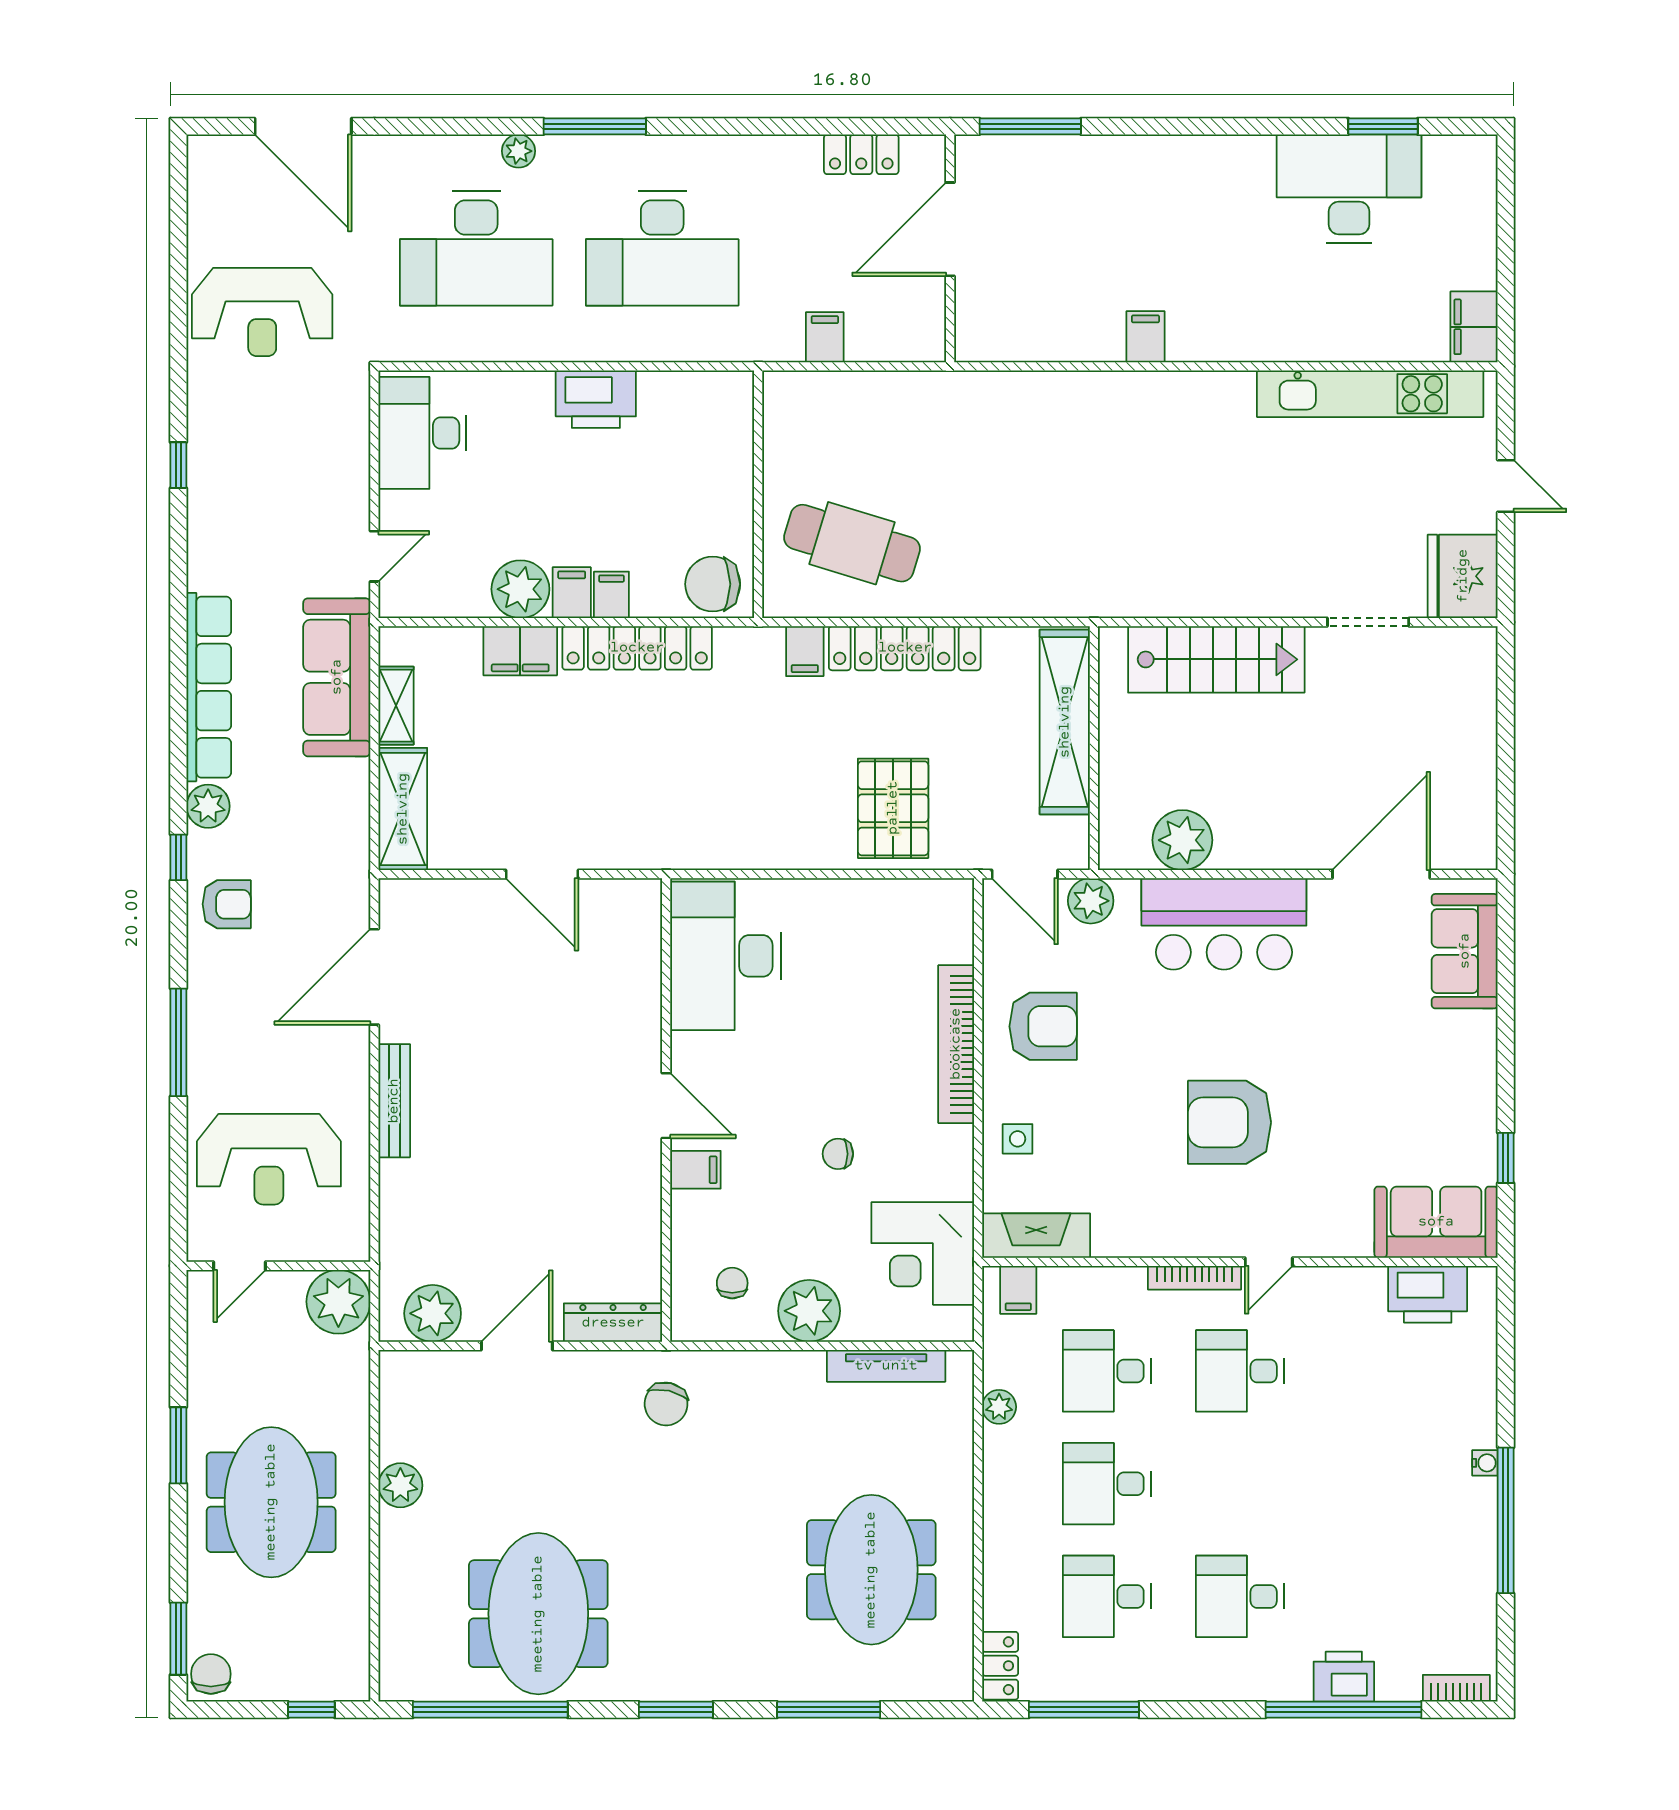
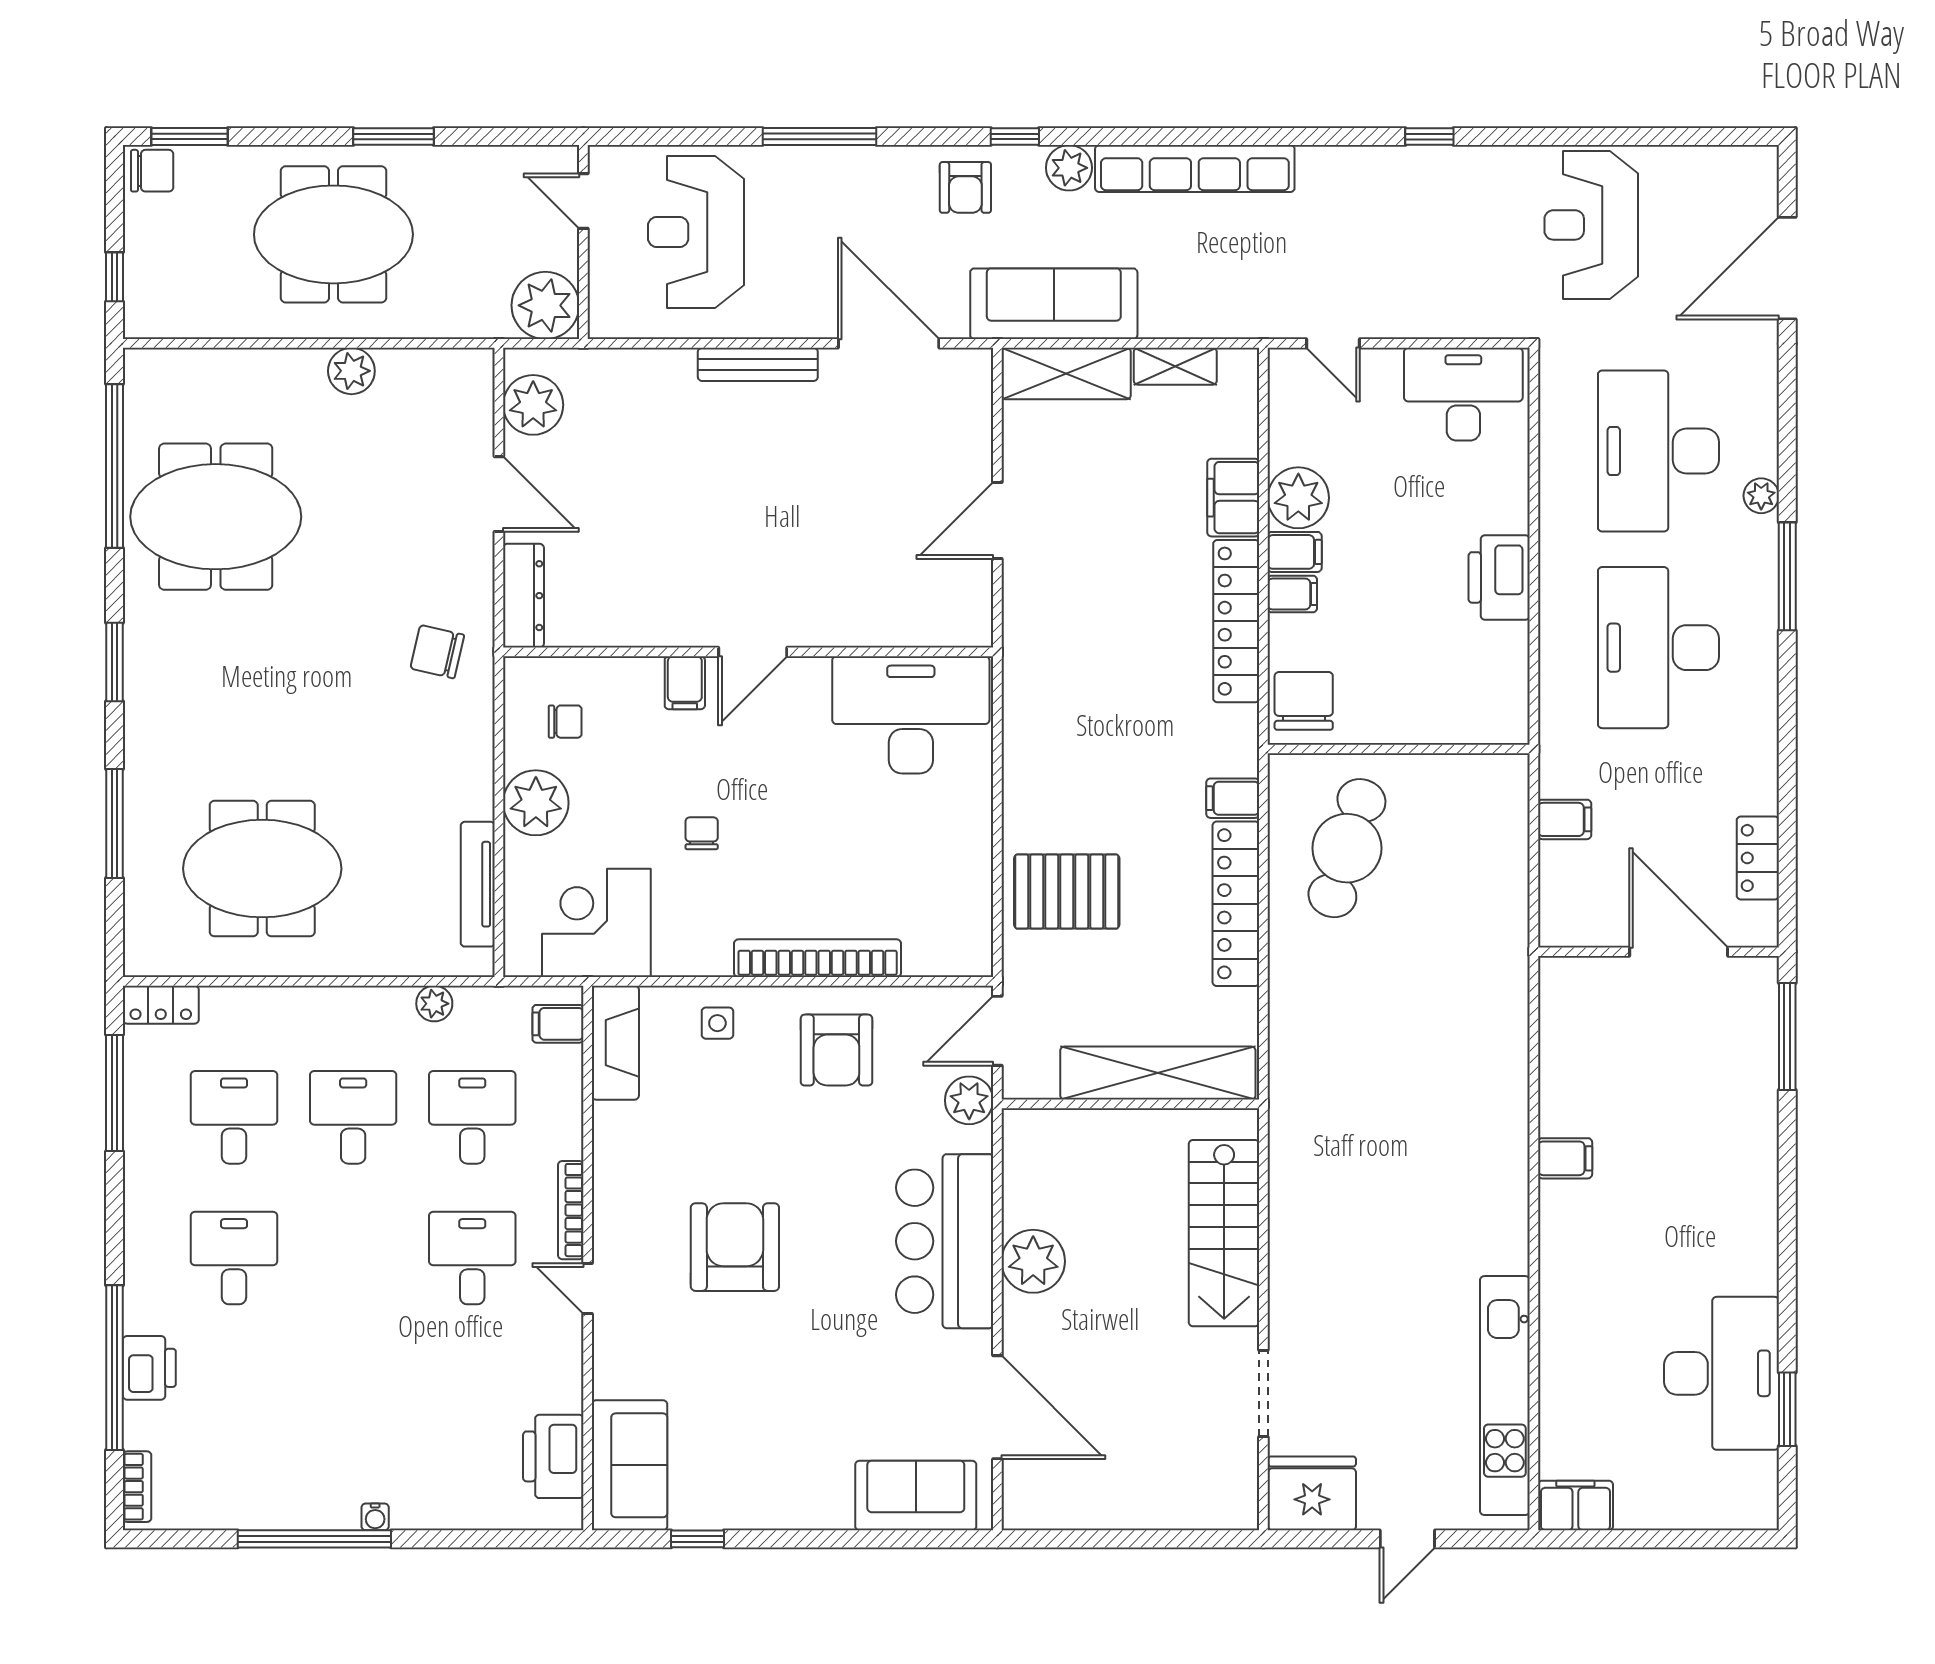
sofa: (337, 677) -> (1054, 304), moved
plant: (1182, 840) -> (1033, 1261), moved

